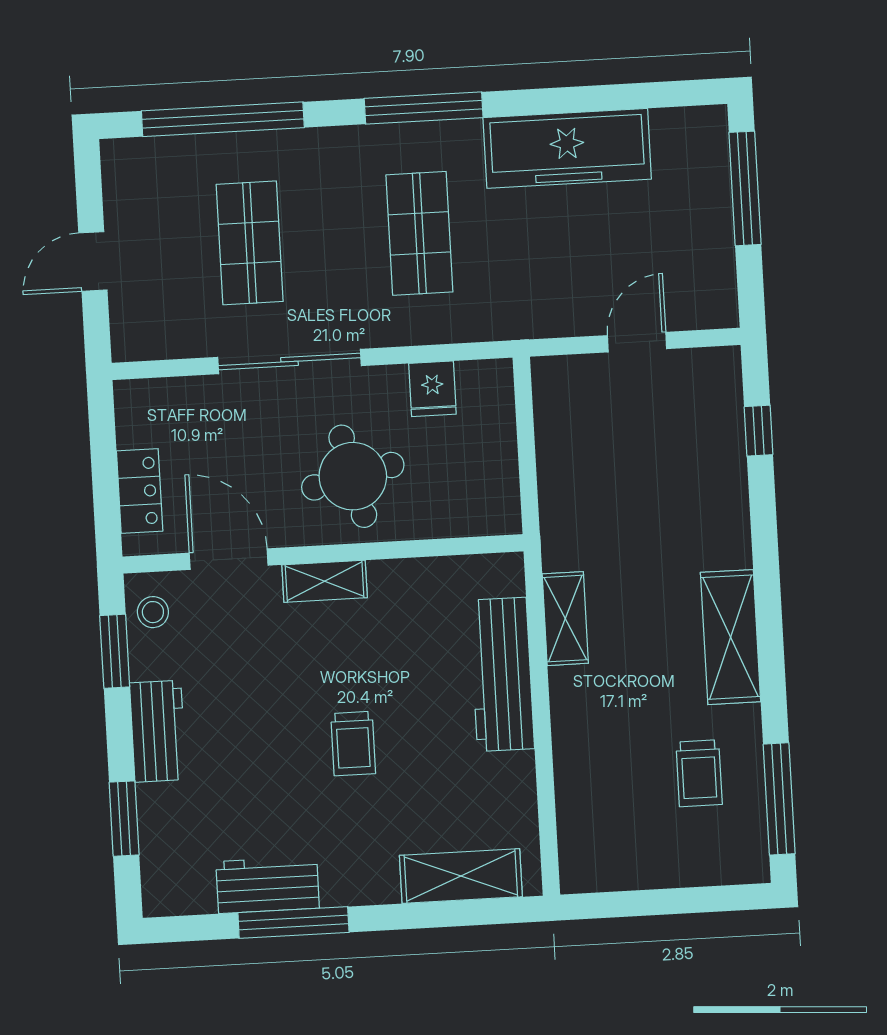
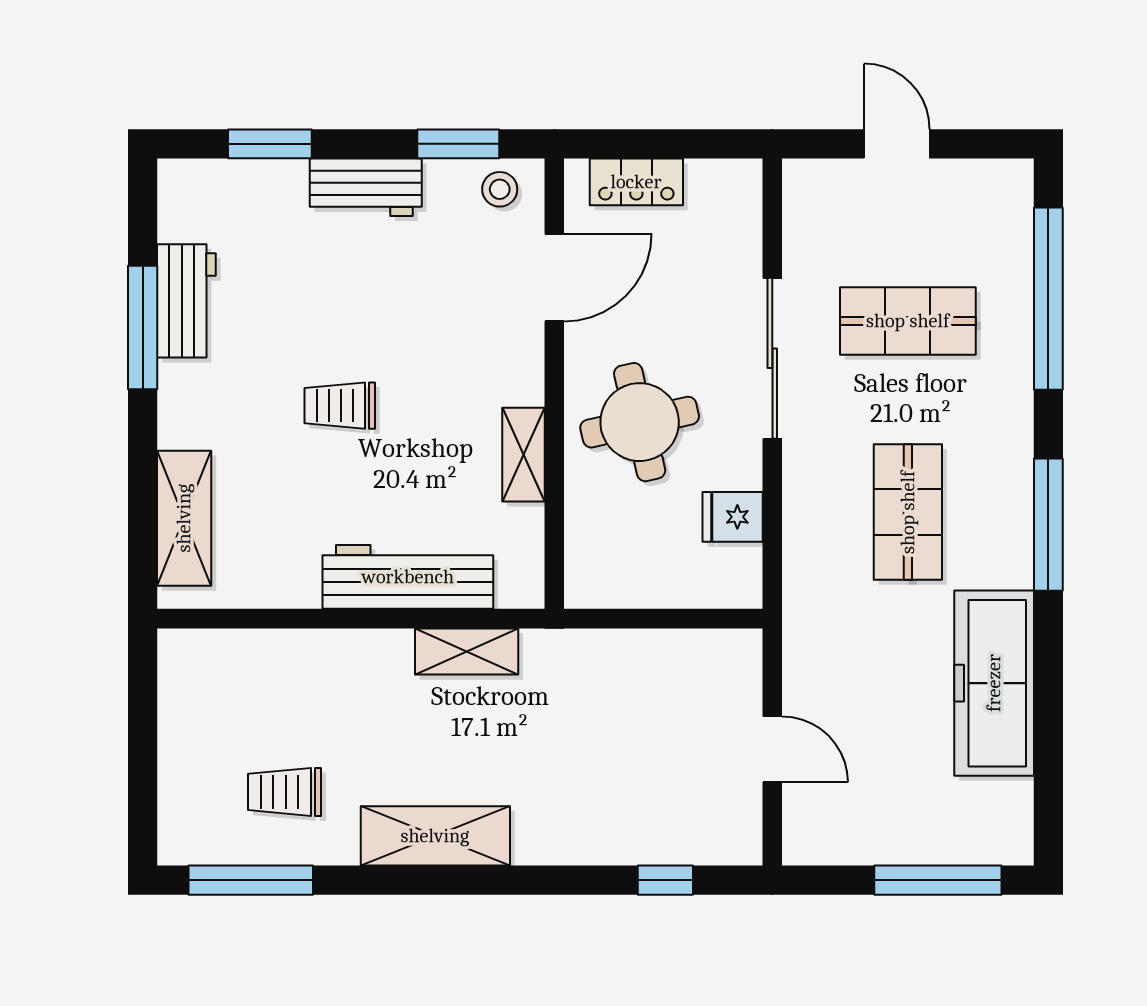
shop shelf: (419, 233) -> (908, 512), turned 90
shelving: (325, 581) -> (524, 455), moved

